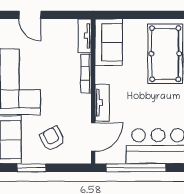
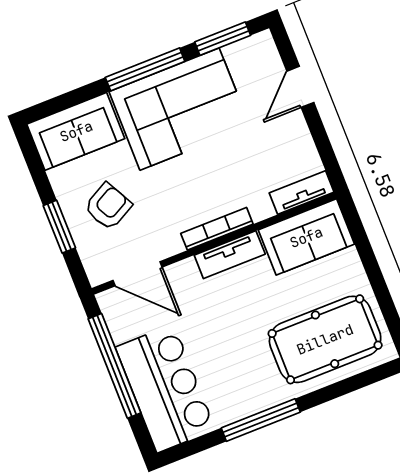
bookcase: (86, 74) -> (217, 229), moved
tv unit: (102, 103) -> (230, 255), moved
window: (31, 168) -> (59, 227), moved

